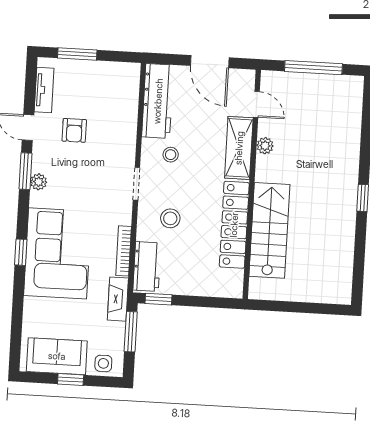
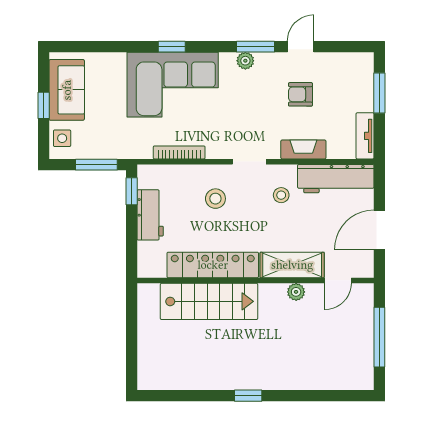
tv unit: (44, 90) -> (365, 136), moved, turned 90
workbench: (147, 267) -> (150, 215), moved, turned -90
fireplace: (118, 299) -> (303, 149), moved

